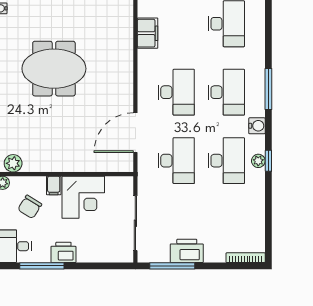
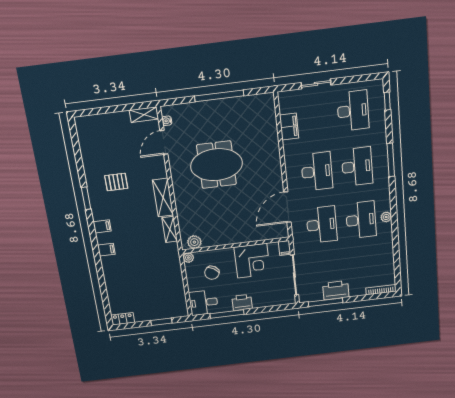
water cooler: (257, 126) -> (383, 190), removed
window: (268, 161) -> (387, 101), moved
filing cabinet: (54, 186) -> (285, 248), moved

